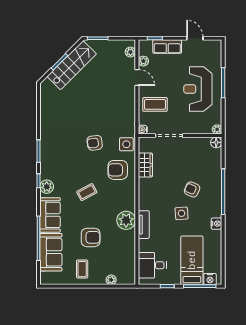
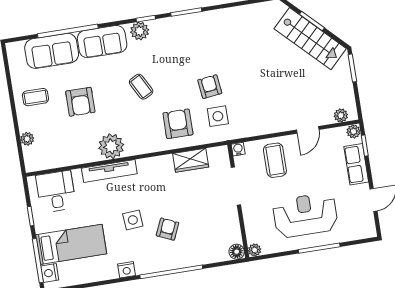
plant: (143, 61) -> (354, 131), moved
side table: (126, 144) -> (218, 116), moved
tv unit: (144, 225) -> (109, 171), width x1.41

